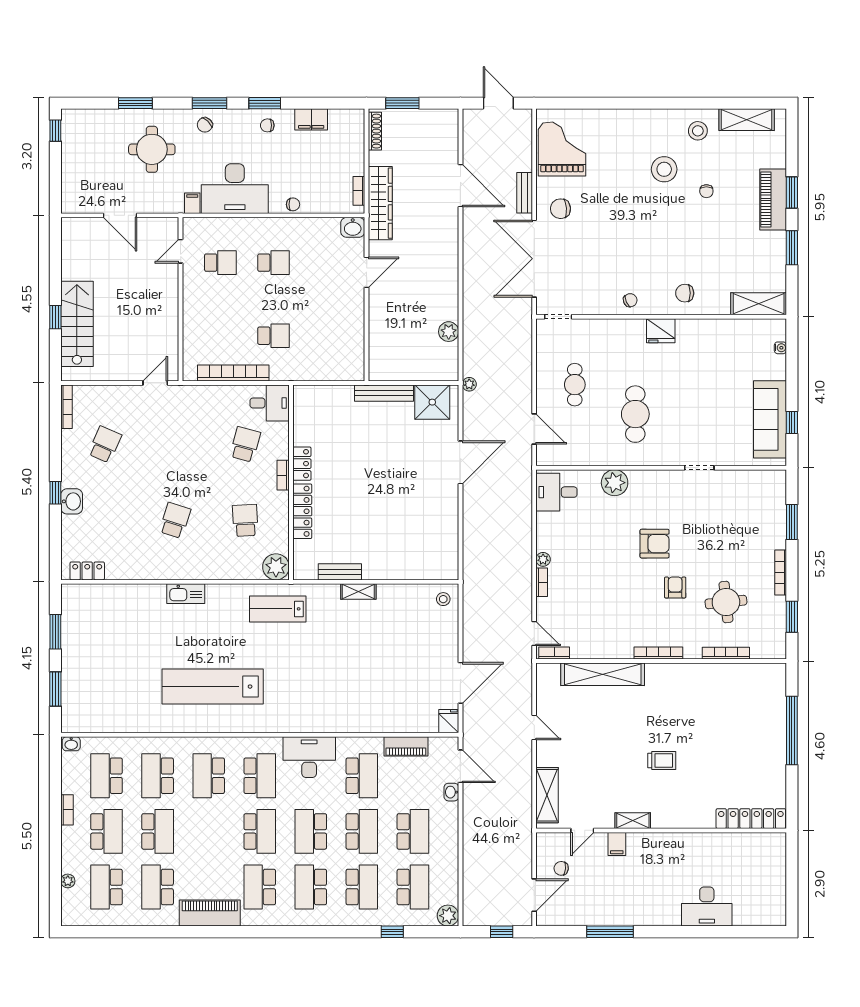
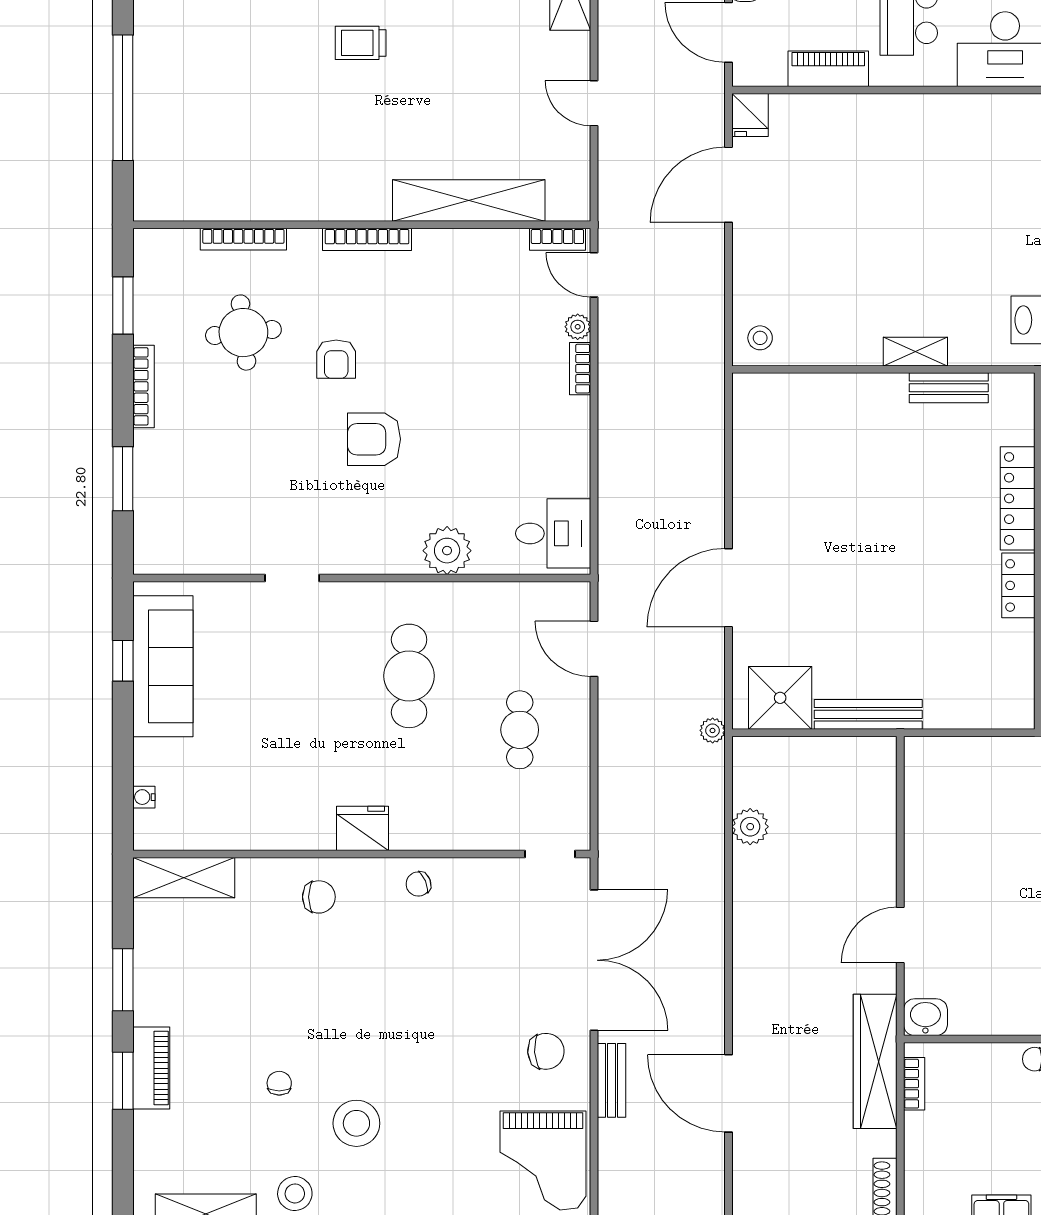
piano: (773, 199) -> (151, 1068), width x0.73, depth x0.75
plant: (543, 559) -> (578, 327), moved

